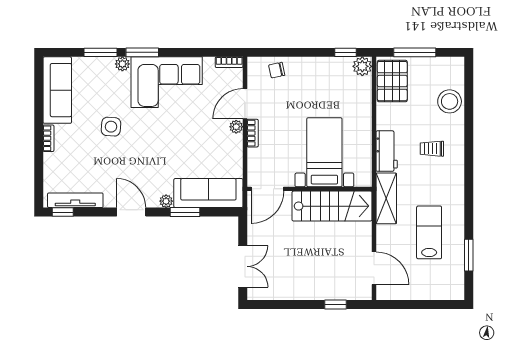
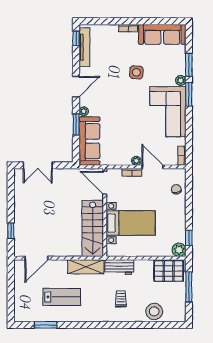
bed with nightstands: (324, 152) -> (131, 223), moved
door: (267, 189) -> (105, 183), moved
wall: (309, 189) -> (105, 212), moved
stairs: (332, 206) -> (93, 228), moved

